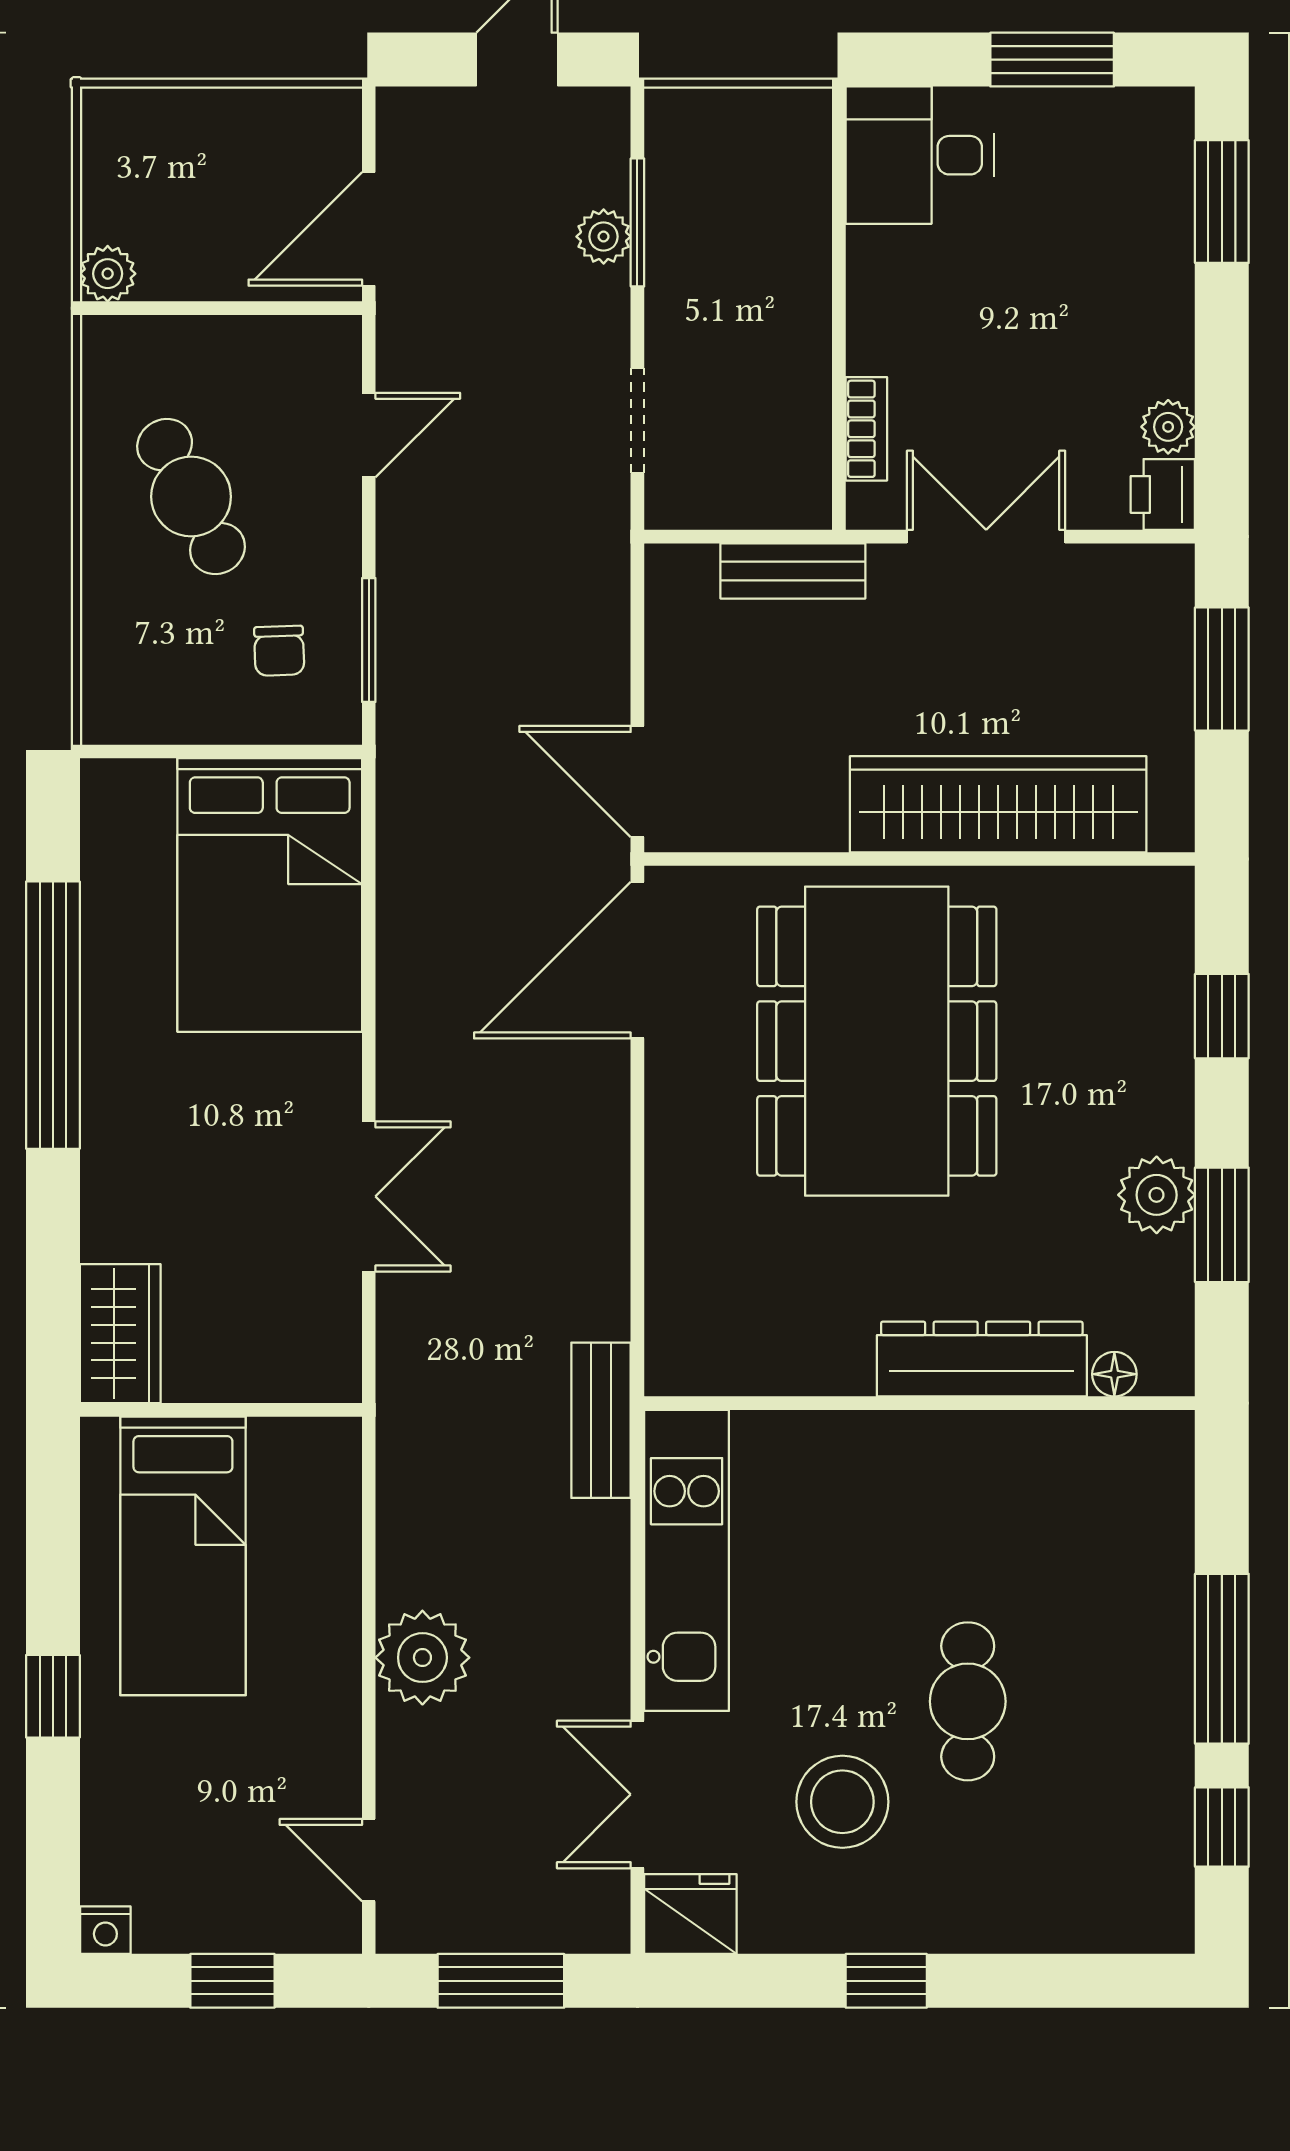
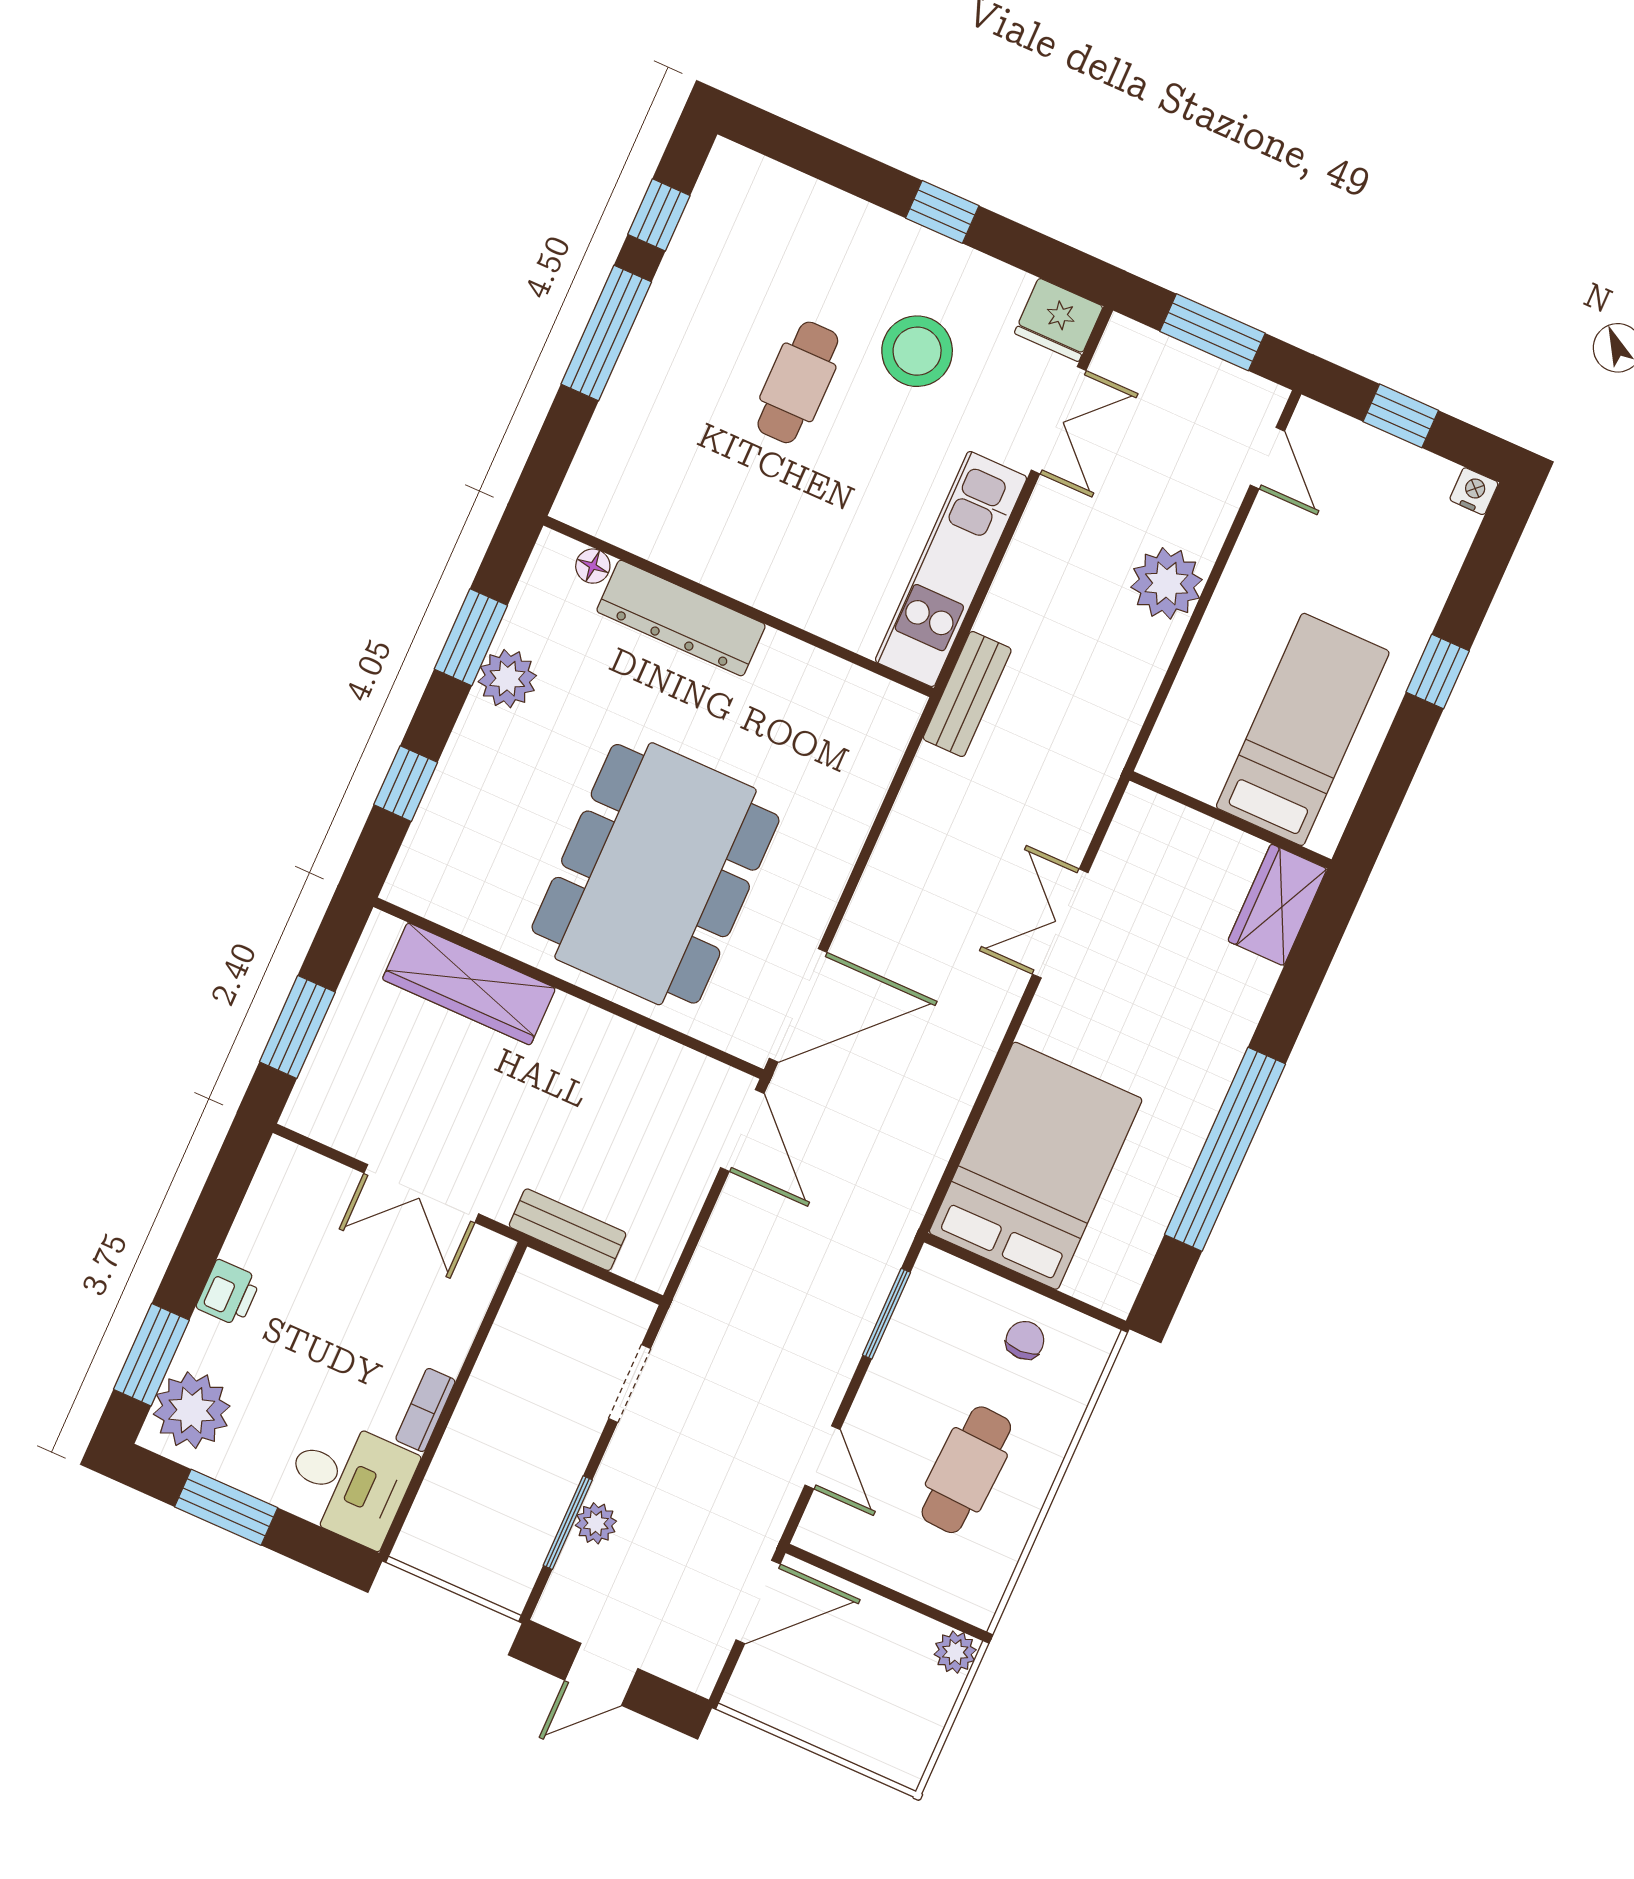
plant: (1168, 427) -> (192, 1410), moved, width x1.88, depth x1.88
bookcase: (866, 429) -> (425, 1410), moved
door: (369, 435) -> (823, 1457), swing flipped
printer: (1163, 494) -> (229, 1293), moved
cafe table: (191, 497) -> (966, 1470), turned 30
chair: (279, 651) -> (1025, 1340), moved
wardrobe: (998, 804) -> (469, 984), width x0.71, depth x0.85

